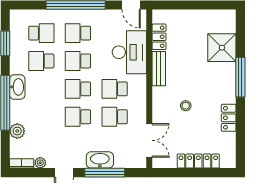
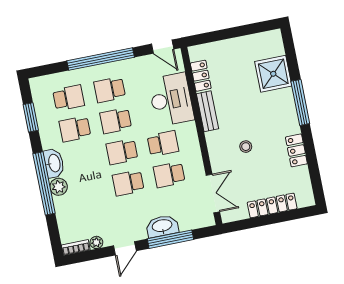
school desk: (115, 89) -> (163, 144), turned 180
plant: (17, 131) -> (59, 187), moved

